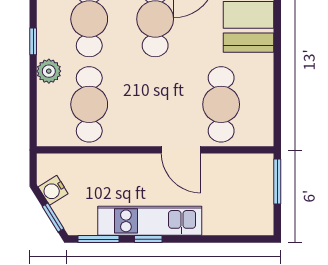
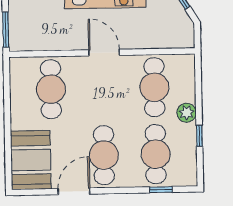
door: (181, 150) -> (104, 53), moved
water cooler: (53, 190) -> (181, 19), removed

